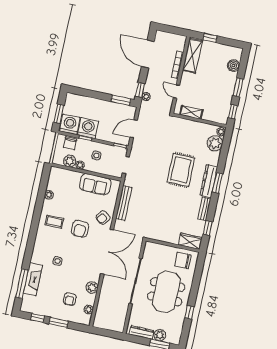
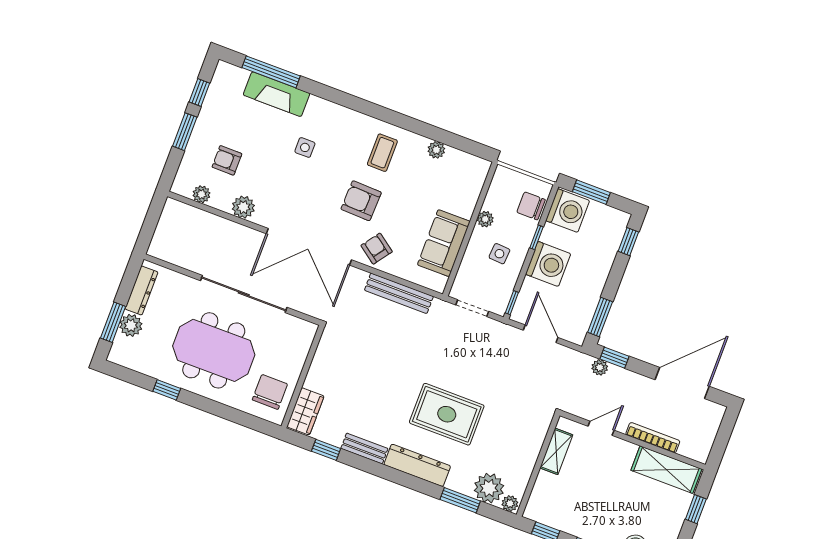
window: (81, 92) -> (628, 242), added
washing machine: (88, 128) -> (548, 264), moved
plant: (70, 161) -> (496, 200), removed
window: (217, 183) -> (460, 500), moved

